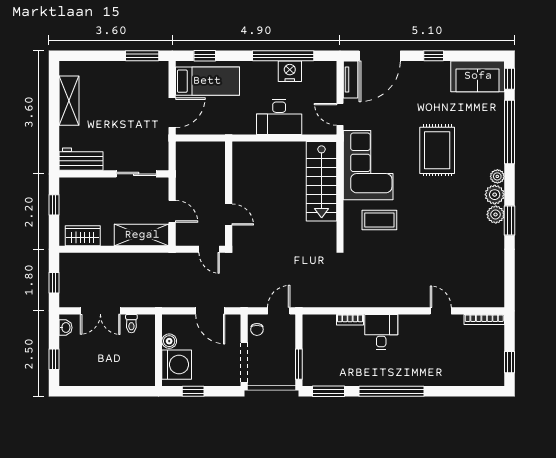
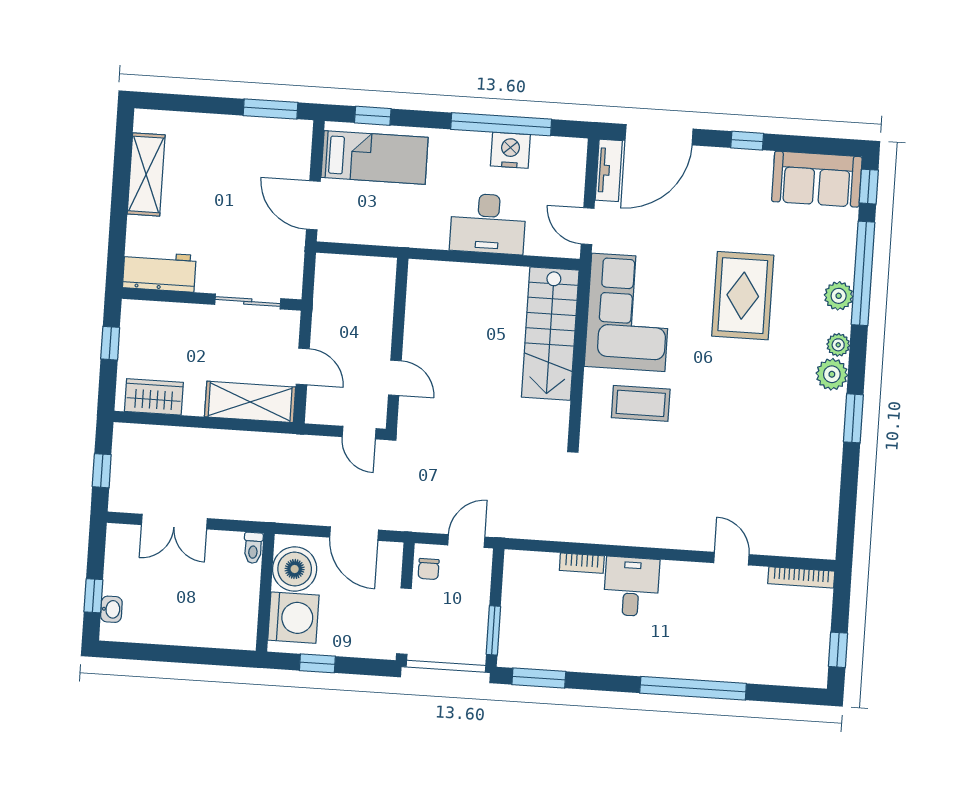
door: (172, 113) -> (313, 205), swing flipped
plant: (496, 214) -> (839, 296), moved
toilet: (131, 324) -> (253, 548), moved
washbasin: (66, 328) -> (111, 609), moved
boiler: (169, 341) -> (295, 569), width x1.86, depth x1.86
window: (391, 391) -> (693, 688), moved

